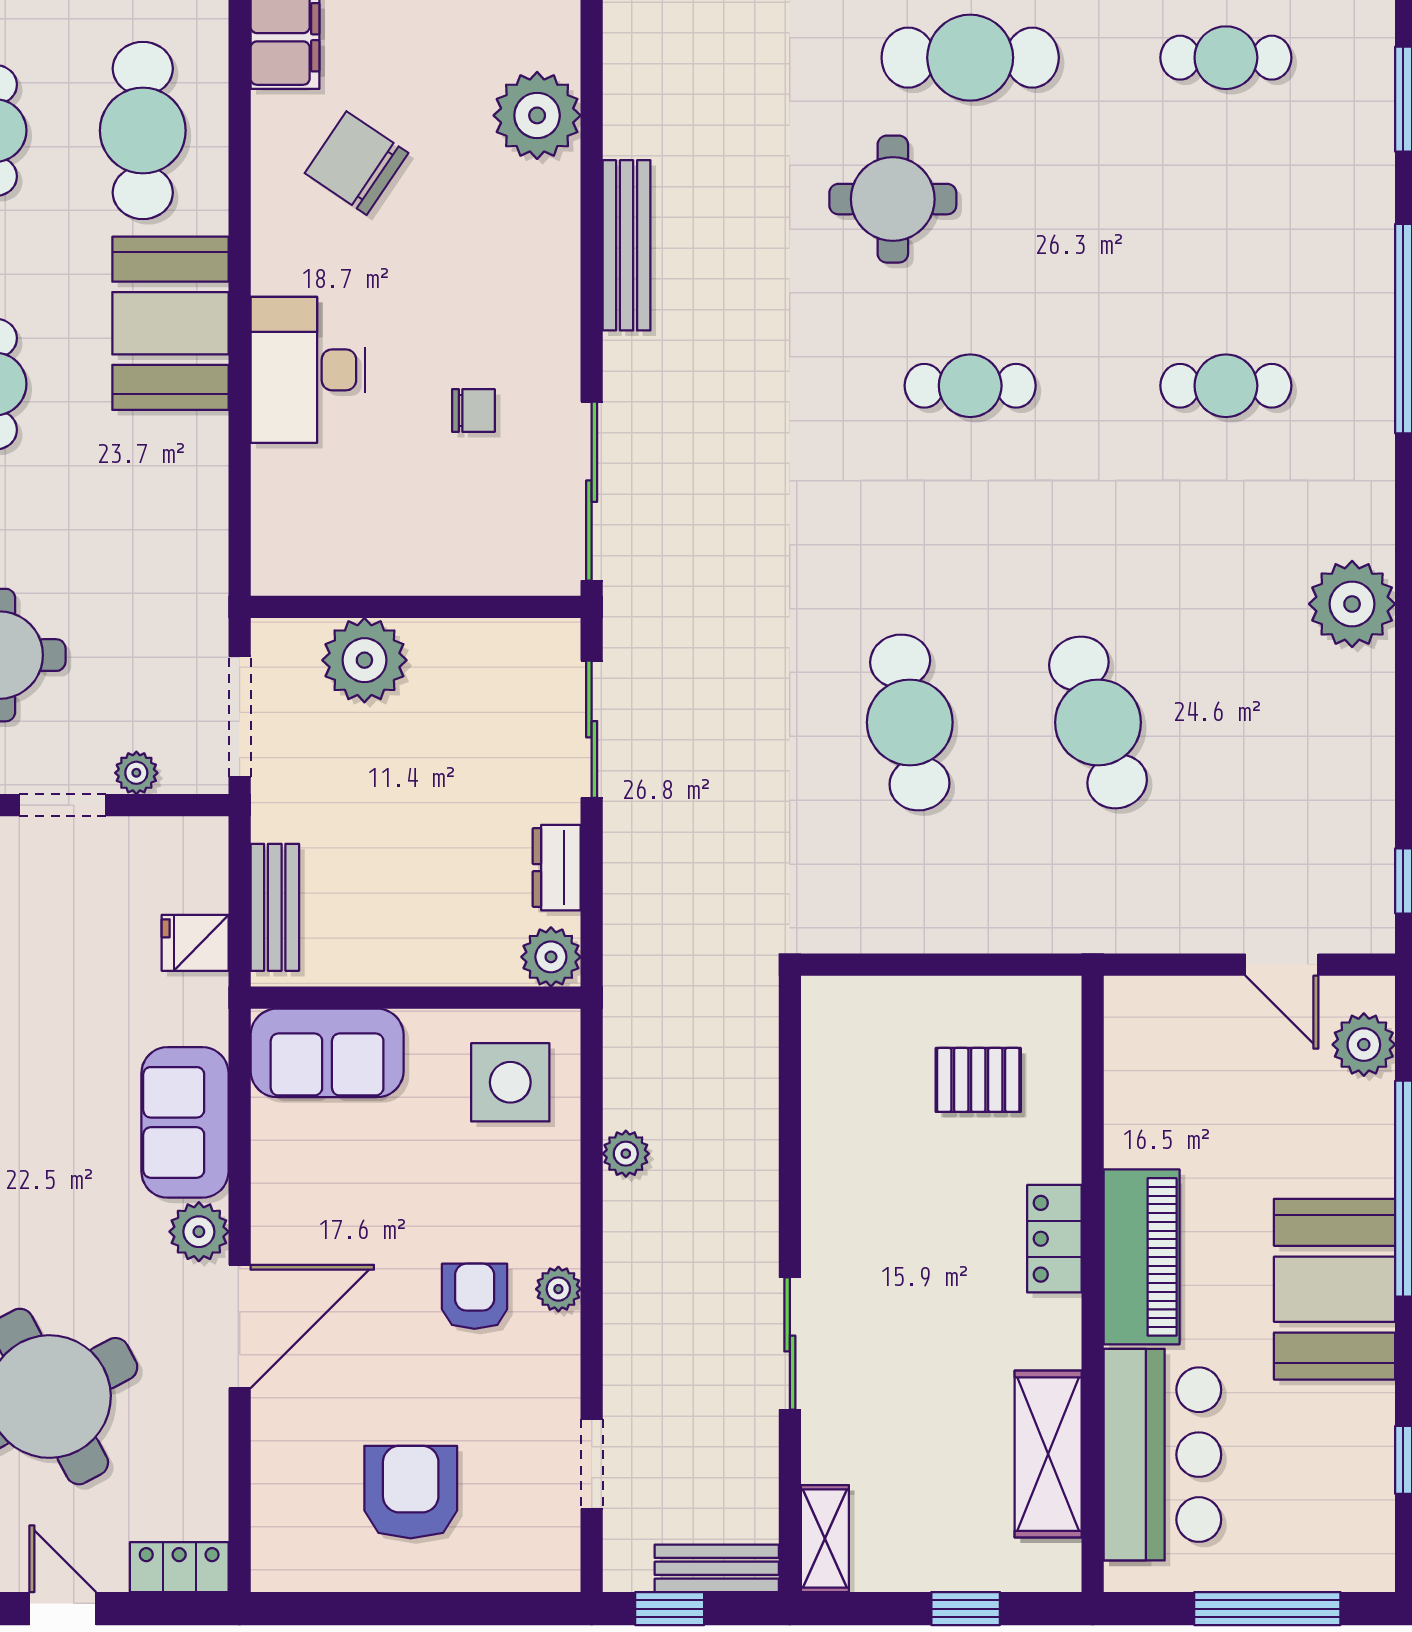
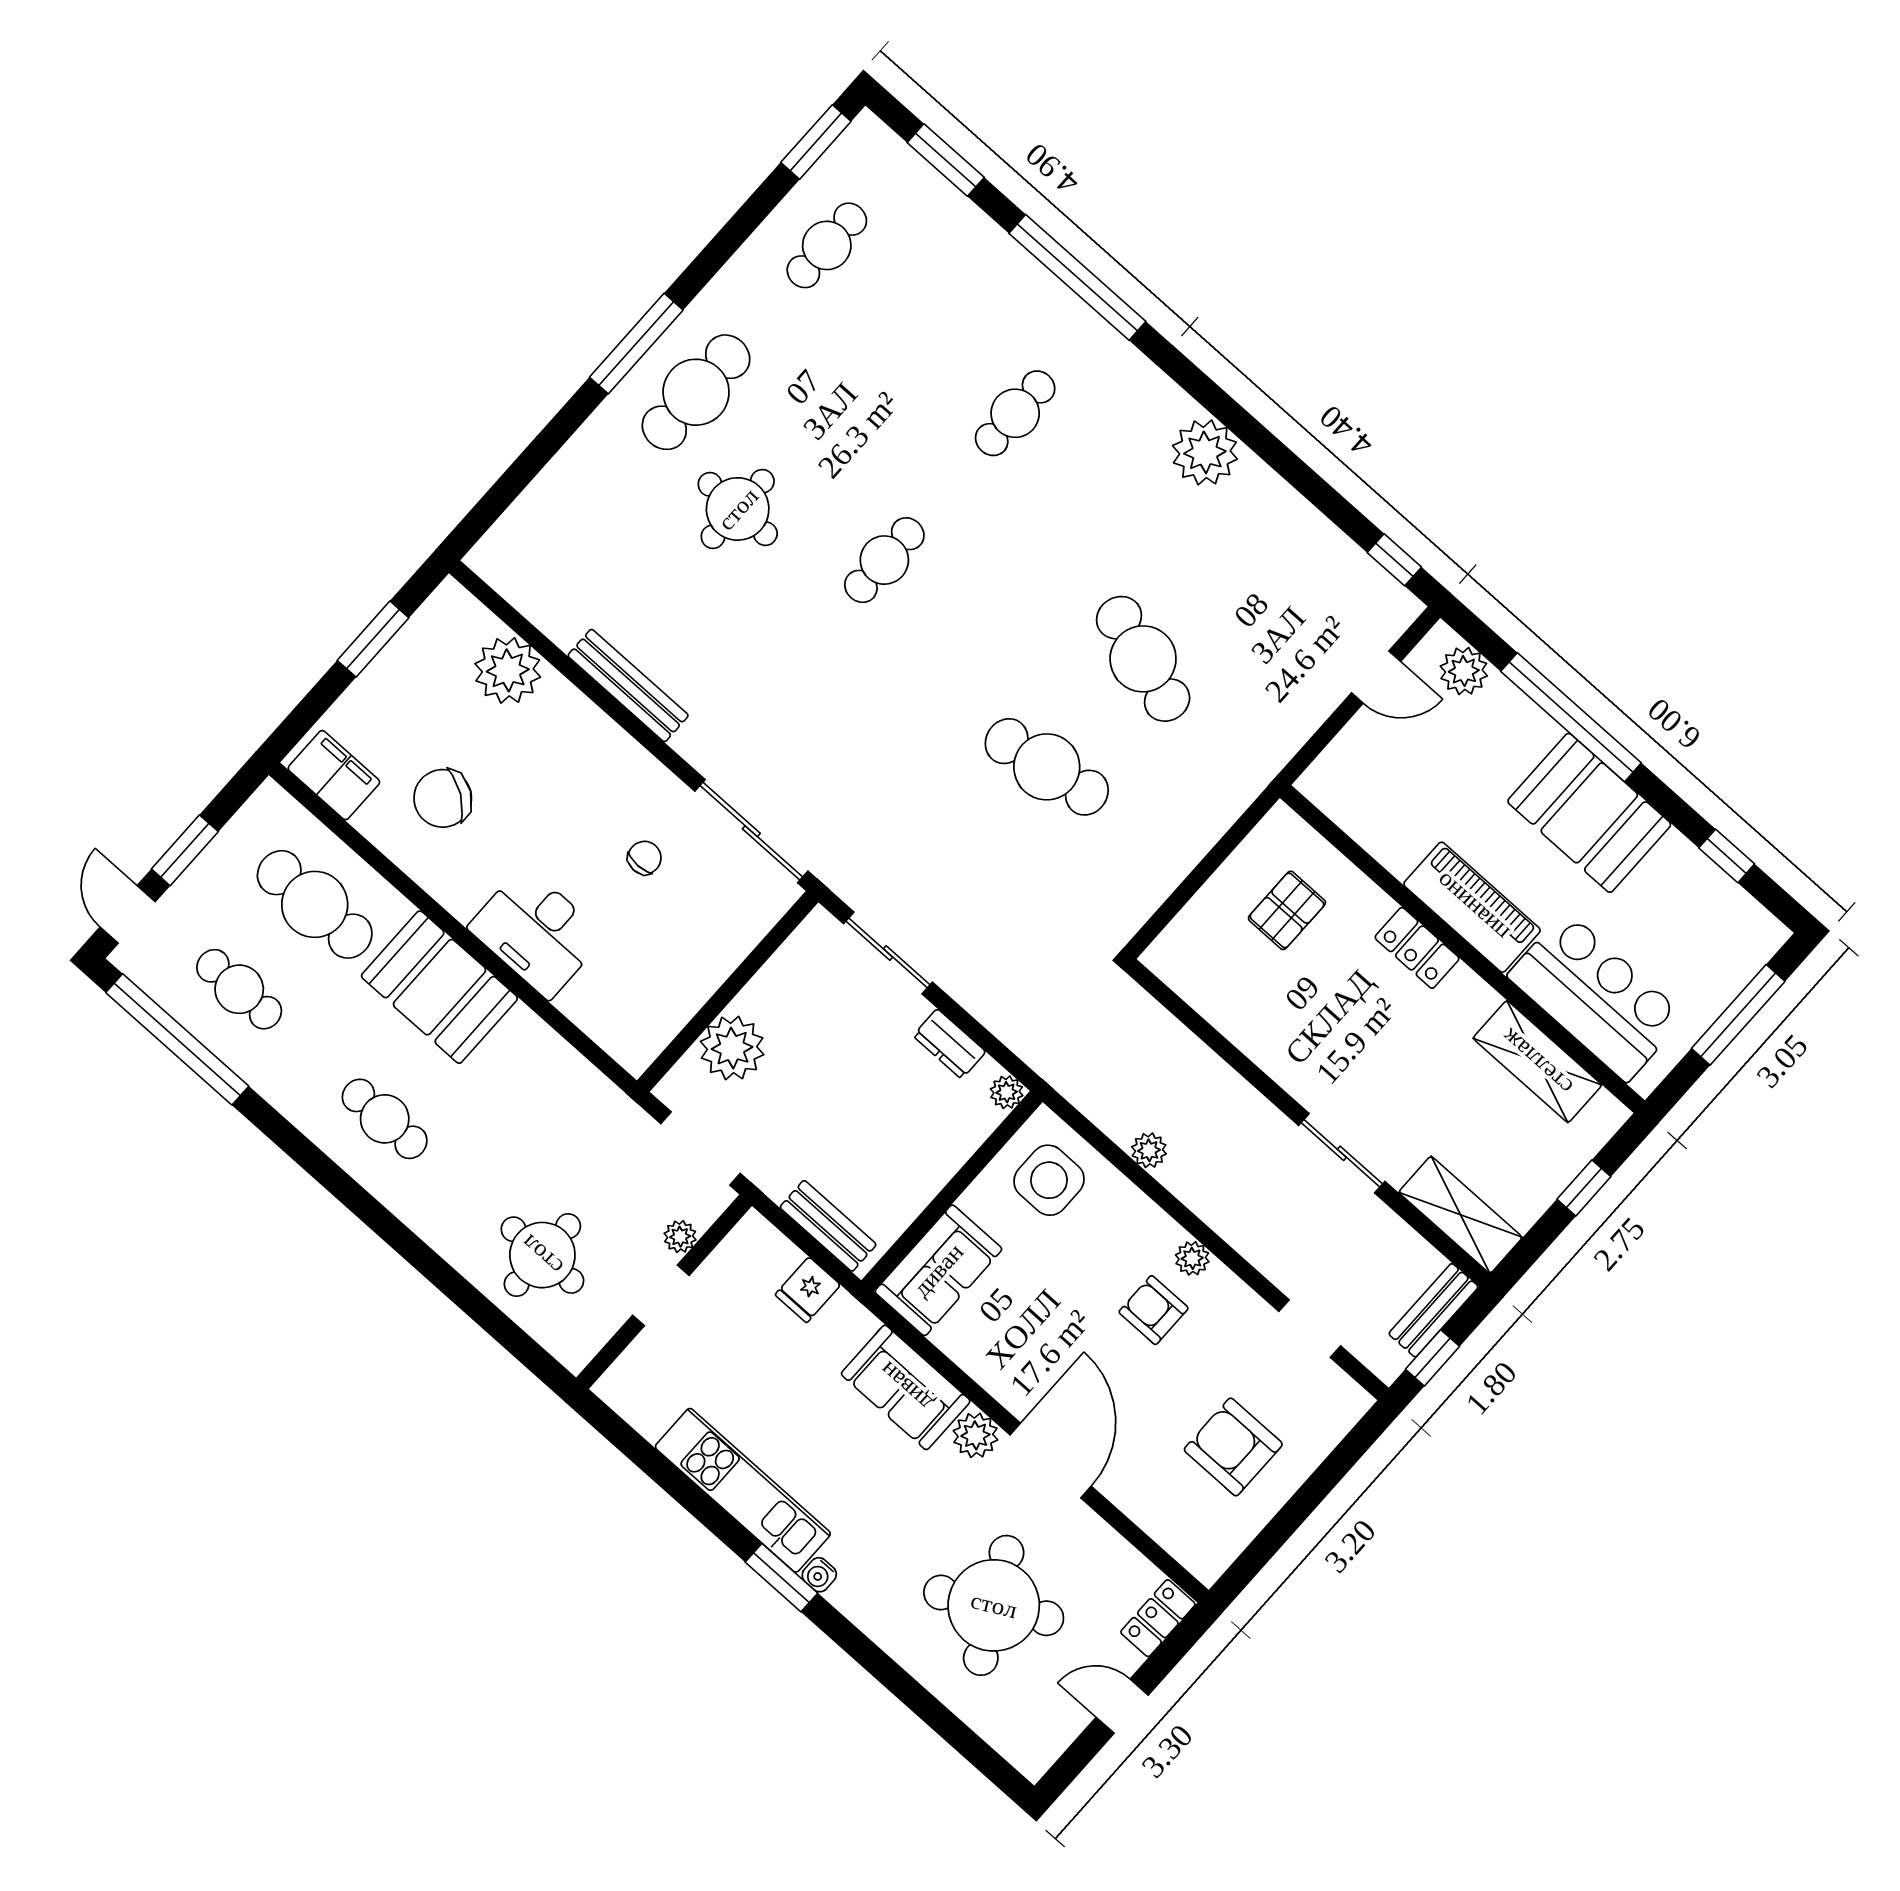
cafe table: (1098, 722) -> (1143, 659), turned 36
plant: (551, 957) -> (1007, 1092), width x0.73, depth x0.73
shelving: (825, 1539) -> (1461, 1215), width x1.50, depth x1.33

